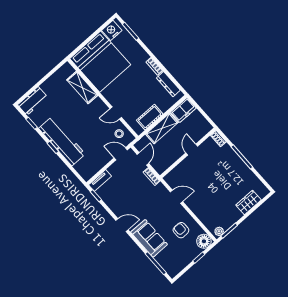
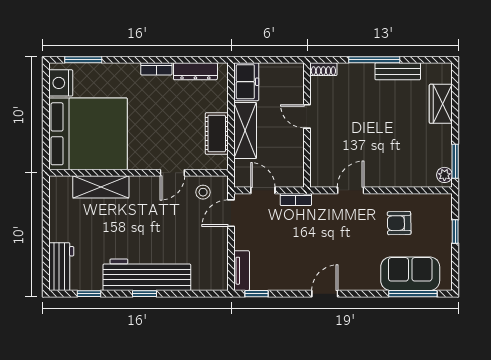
bench: (246, 171) -> (398, 71), added
sofa: (149, 238) -> (410, 274), moved
floor lamp: (204, 241) -> (440, 206), removed

